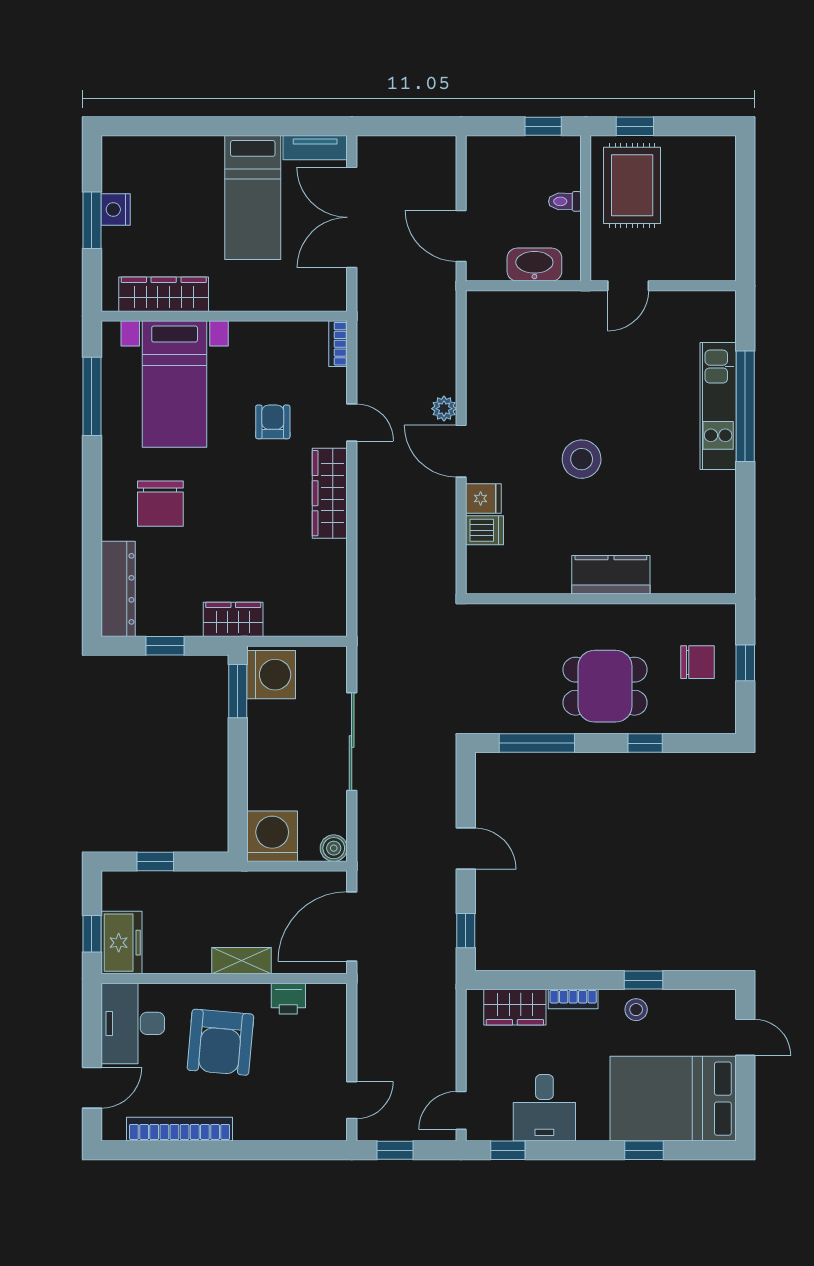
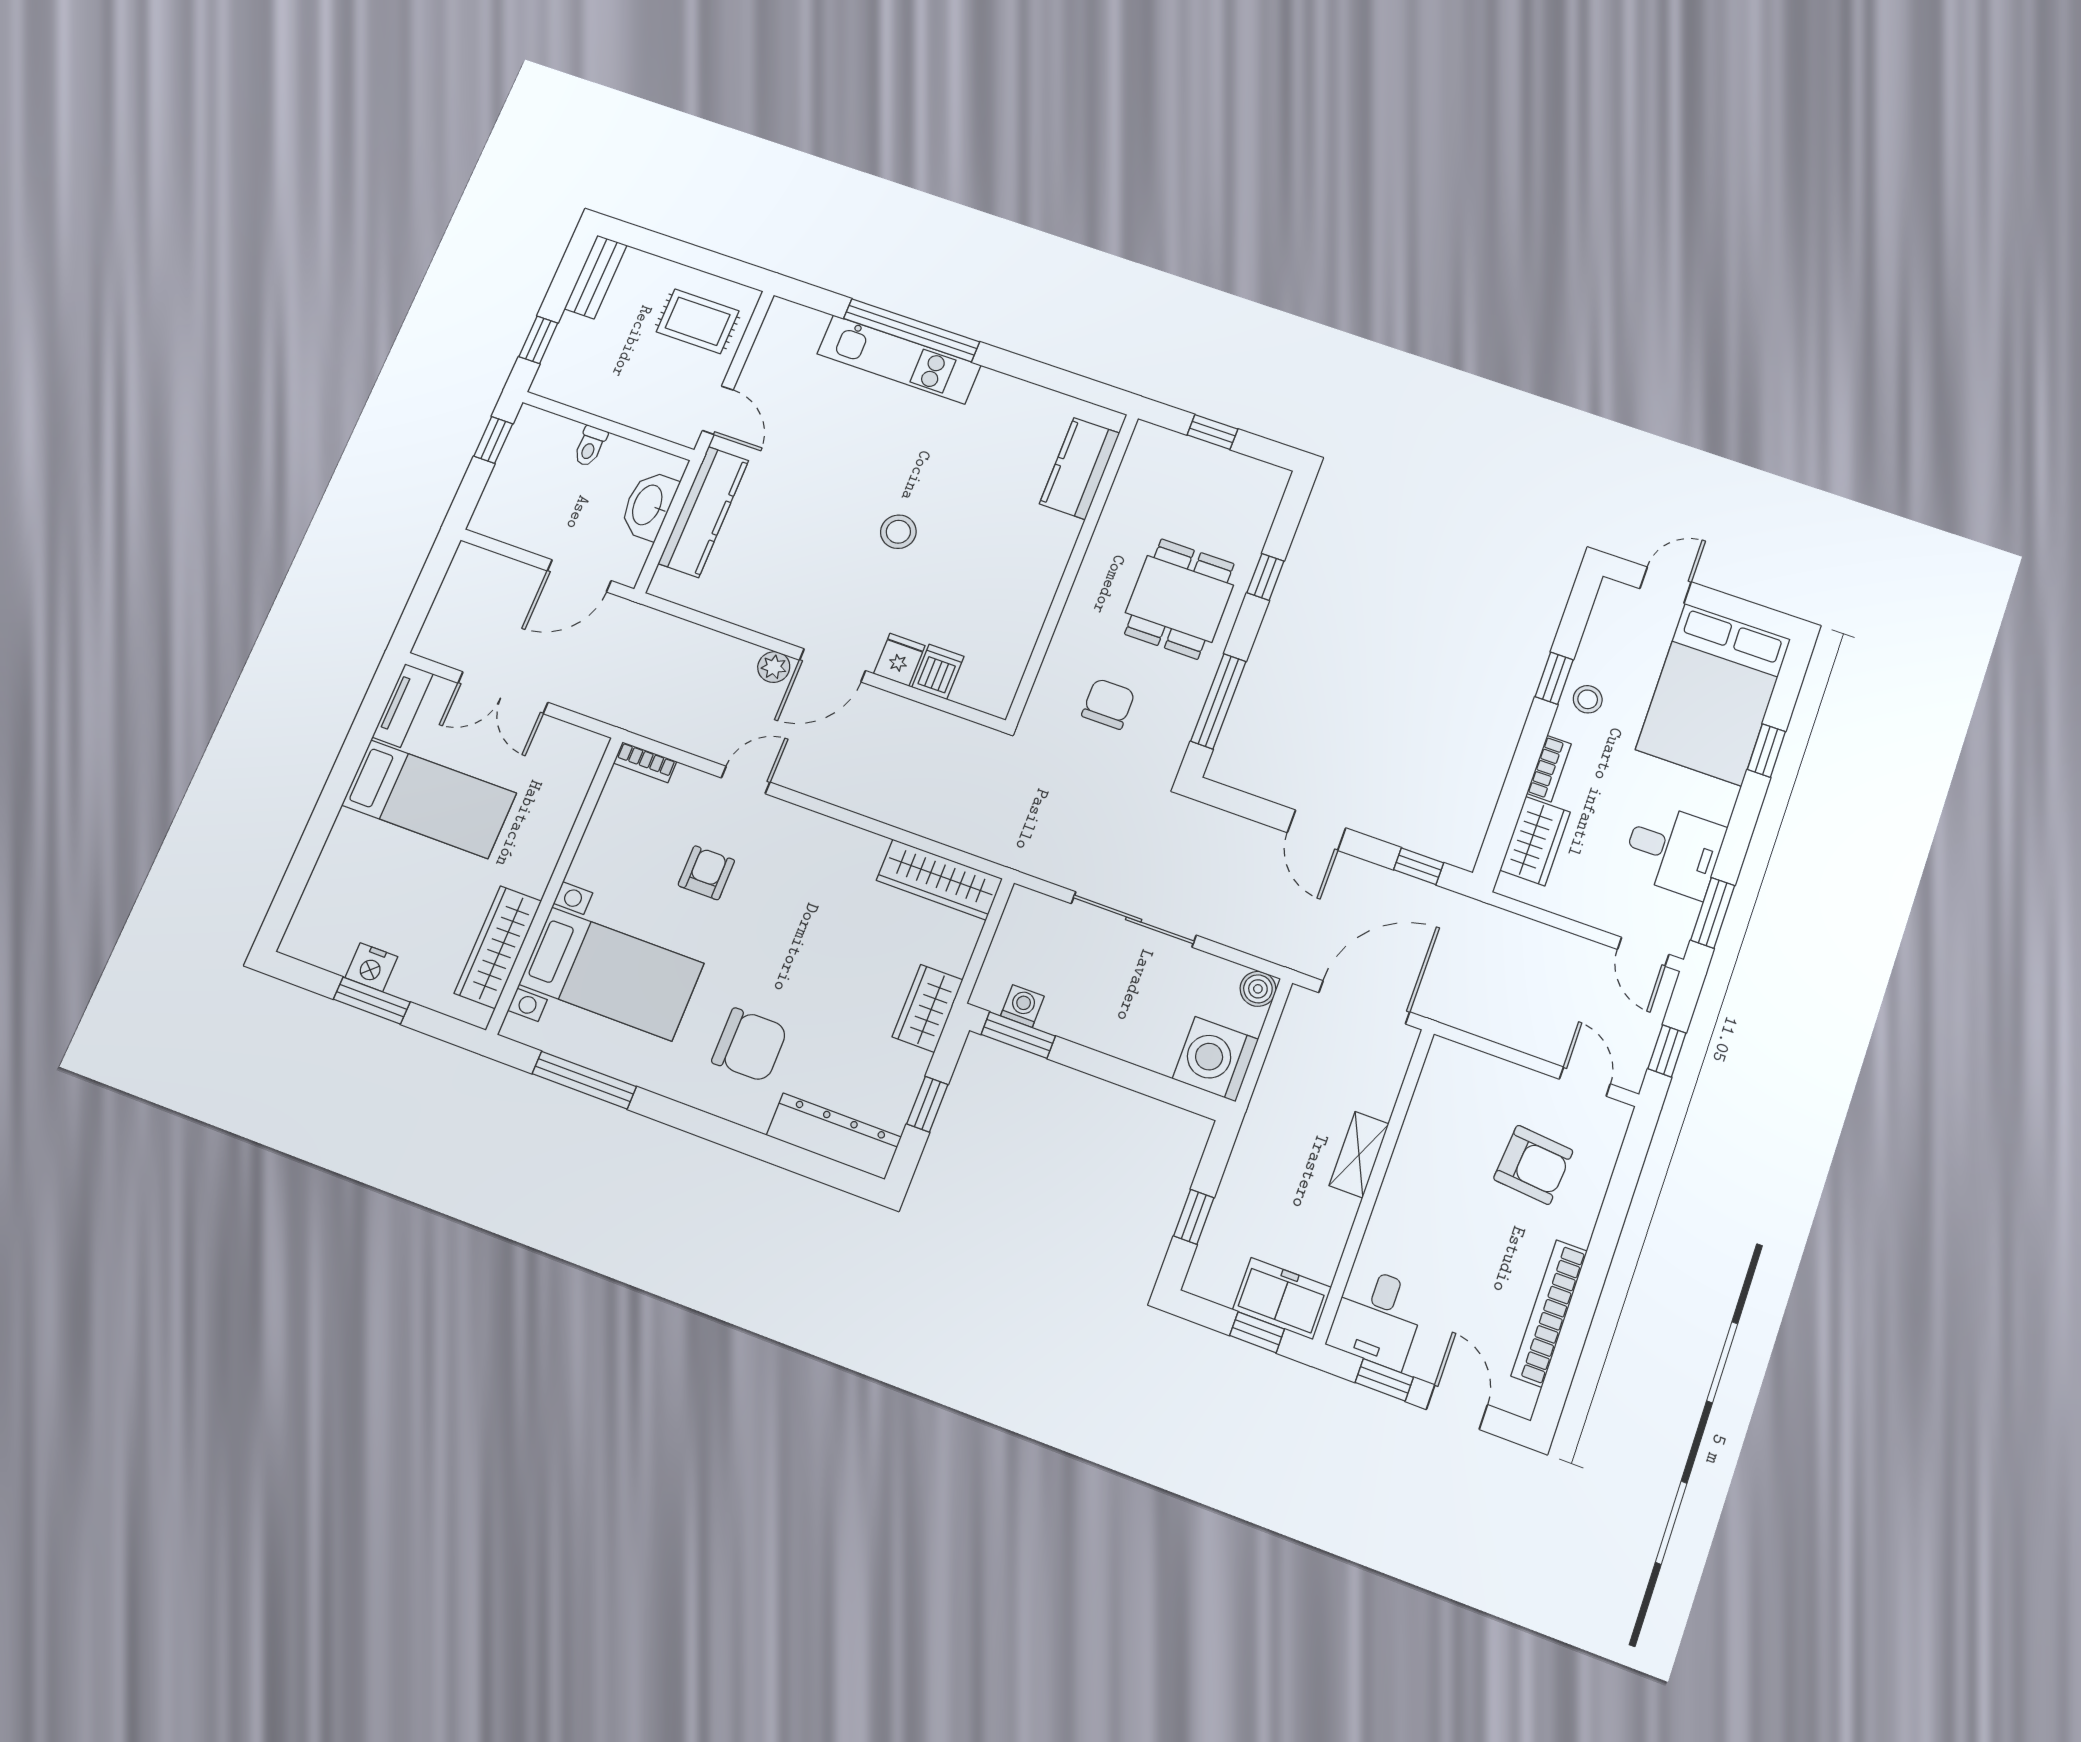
bench: (702, 149) -> (596, 277), added
rug: (632, 185) -> (698, 321), moved, width x0.73, depth x0.70
double door: (352, 217) -> (503, 693), width x0.73
kitchen counter: (544, 308) -> (703, 512), added
armchair: (273, 422) -> (706, 873), turned 90
stool: (582, 459) -> (898, 532), width x0.73, depth x0.73
wardrobe: (330, 493) -> (939, 879), moved
kitchen counter: (611, 575) -> (1080, 468), moved
chair: (698, 662) -> (1108, 704), moved
washing machine: (271, 675) -> (1022, 1006), width x0.53, depth x0.53
door: (466, 848) -> (1317, 830), swing flipped
door: (352, 926) -> (1364, 1002), swing flipped
printer: (288, 999) -> (1428, 1114), removed
desk: (133, 1023) -> (1377, 1318), width x0.73
window: (92, 1032) -> (1384, 1380), added
armchair: (220, 1042) -> (1533, 1165), moved, width x0.73, depth x0.73
window: (508, 1150) -> (1713, 913), width x1.50

